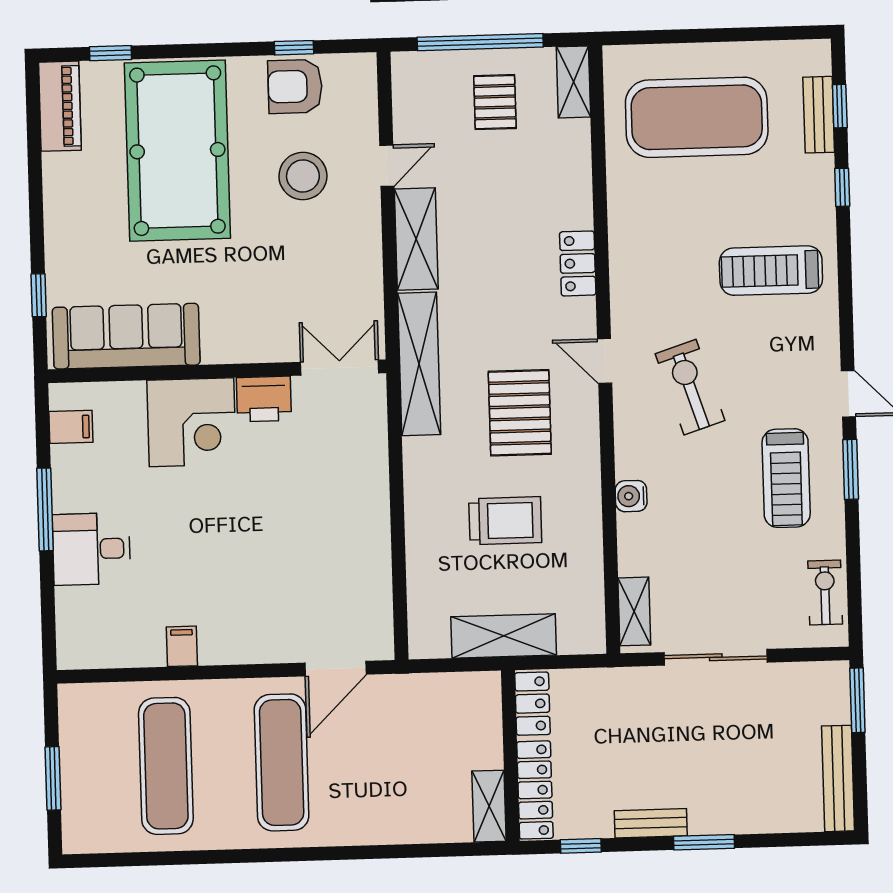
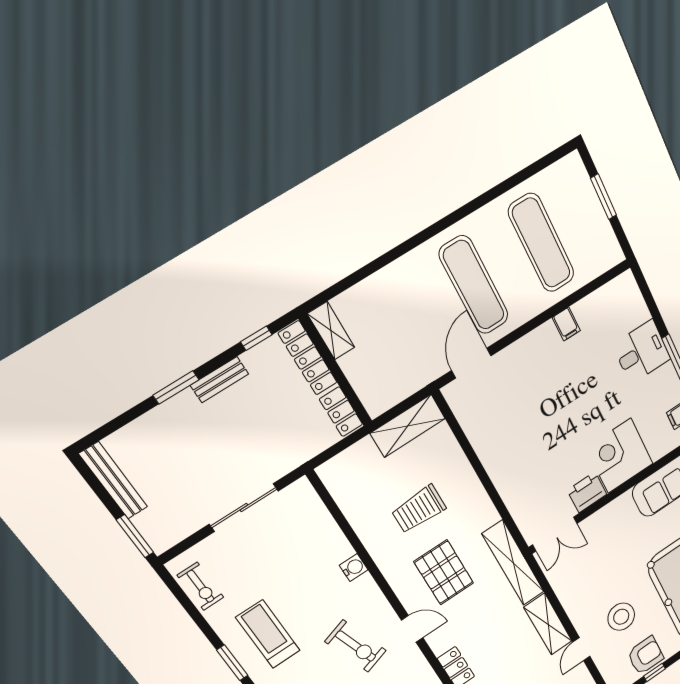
shelving: (634, 611) -> (312, 504), removed
shelving: (504, 636) -> (408, 426), moved

